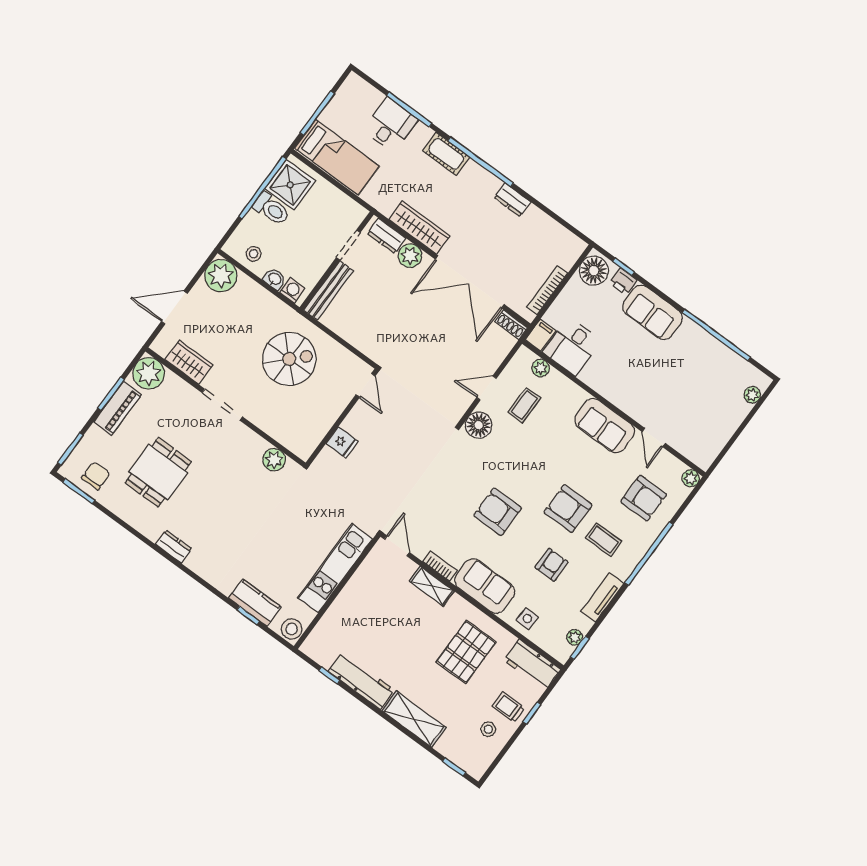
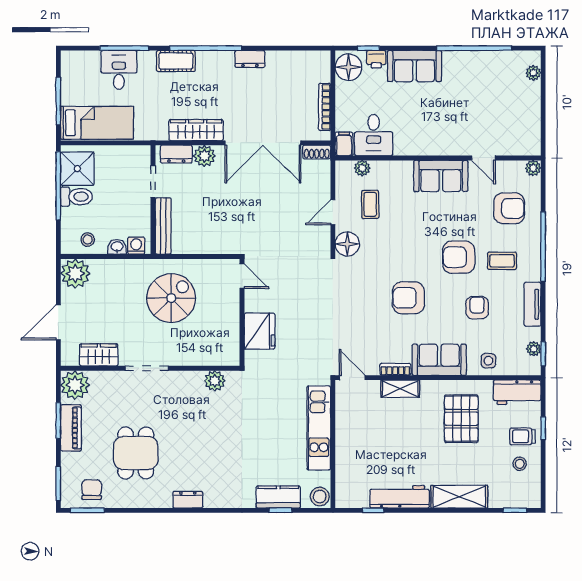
fridge: (342, 442) -> (260, 331), width x1.88, depth x1.34

